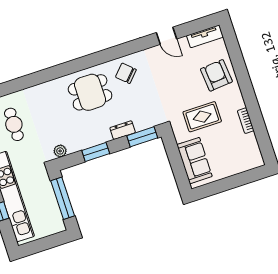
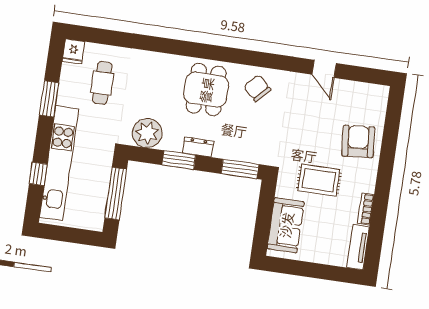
tv unit: (205, 36) -> (358, 247), moved, turned 90
dining table: (90, 92) -> (206, 90), turned 90
dresser: (123, 130) -> (198, 147), moved
plant: (60, 151) -> (147, 133), width x1.88, depth x1.88

